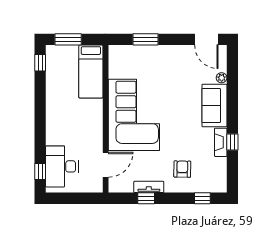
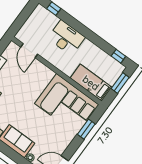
corner sofa: (134, 115) -> (67, 104), moved
desk: (62, 166) -> (66, 38), moved

